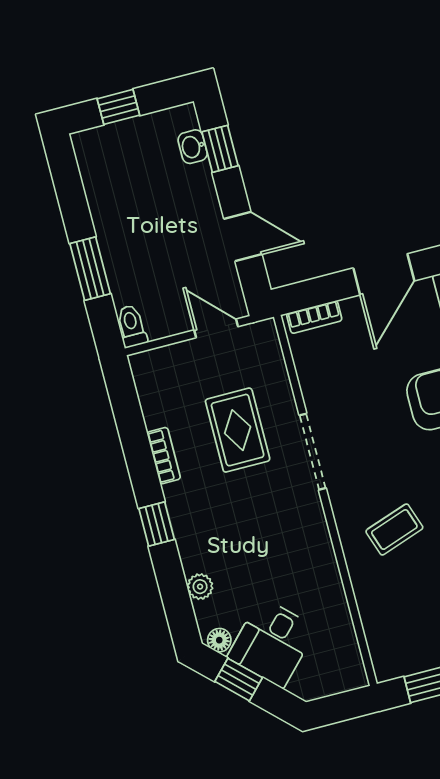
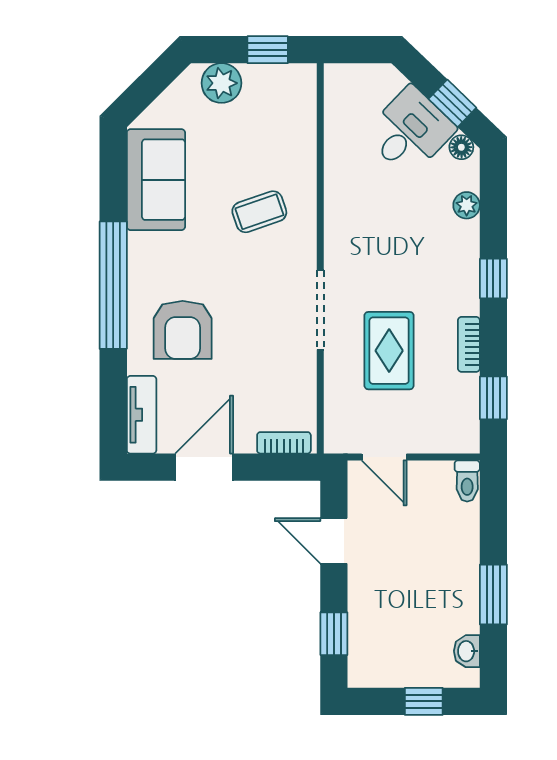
washbasin: (193, 147) -> (467, 651), moved, turned 180
window: (90, 269) -> (493, 595), moved
window: (127, 411) -> (493, 398), added

